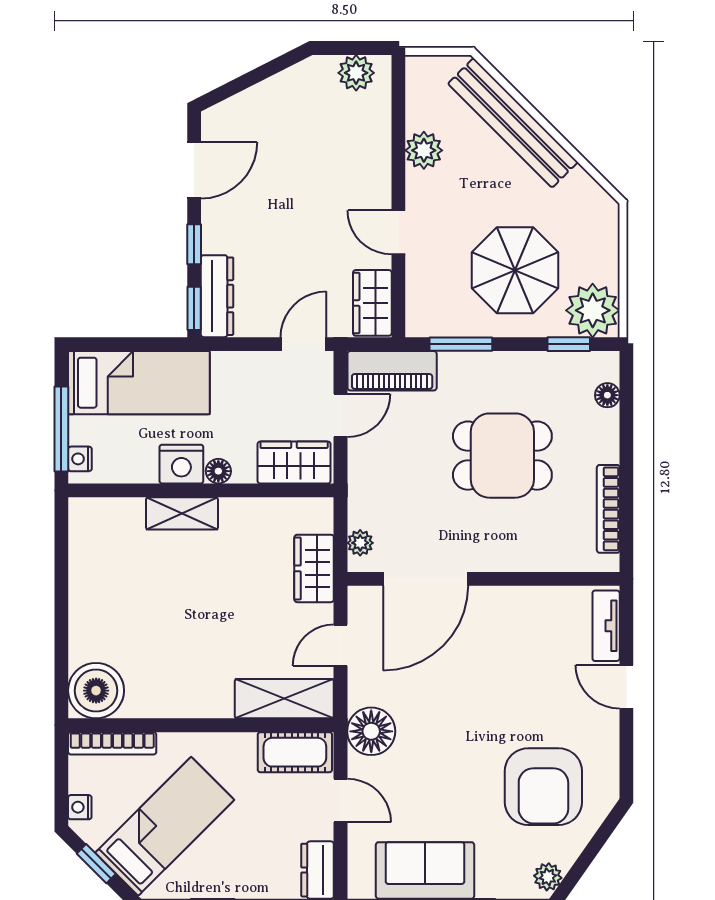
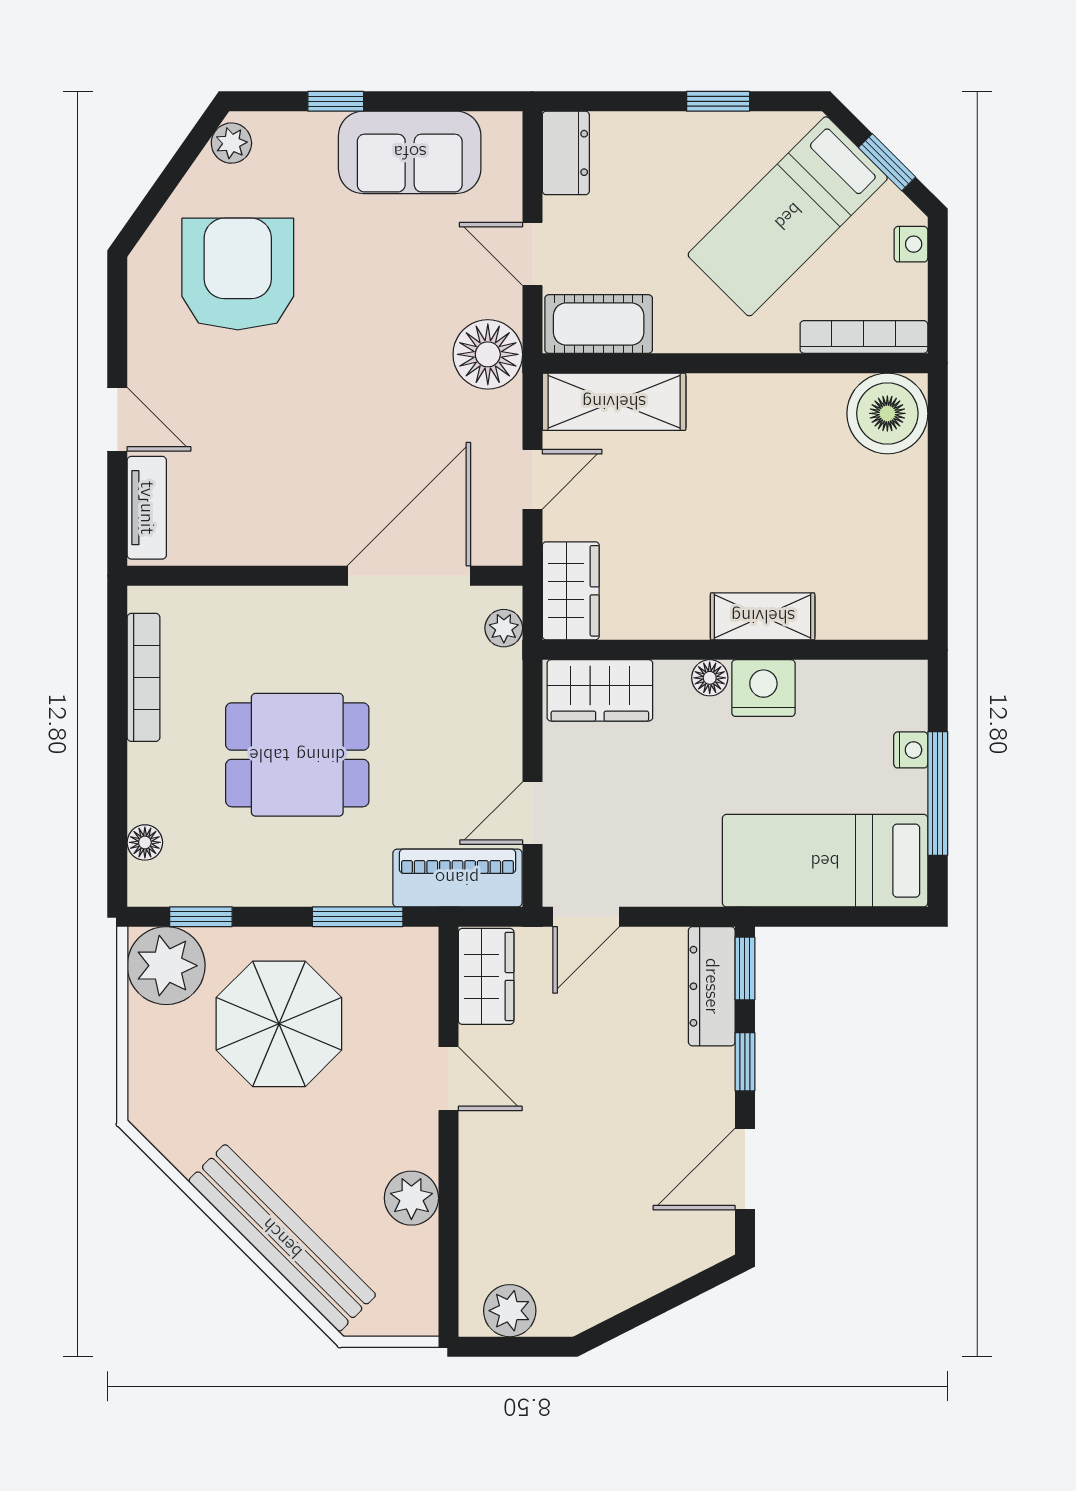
wardrobe: (294, 462) -> (600, 690), moved
nightstand: (181, 464) -> (763, 688), moved
floor lamp: (218, 471) -> (710, 678), moved
wall: (201, 490) -> (735, 650), moved
shelving: (182, 513) -> (763, 616), moved

